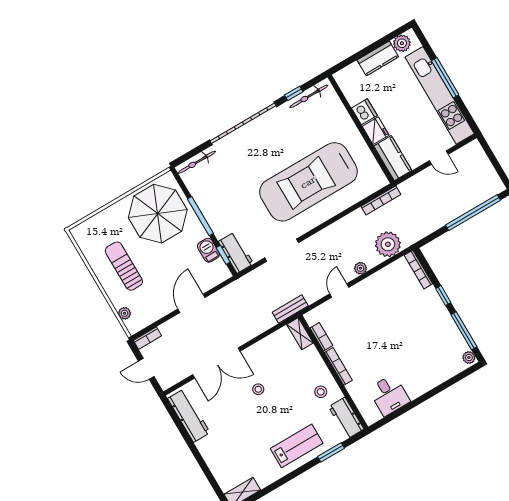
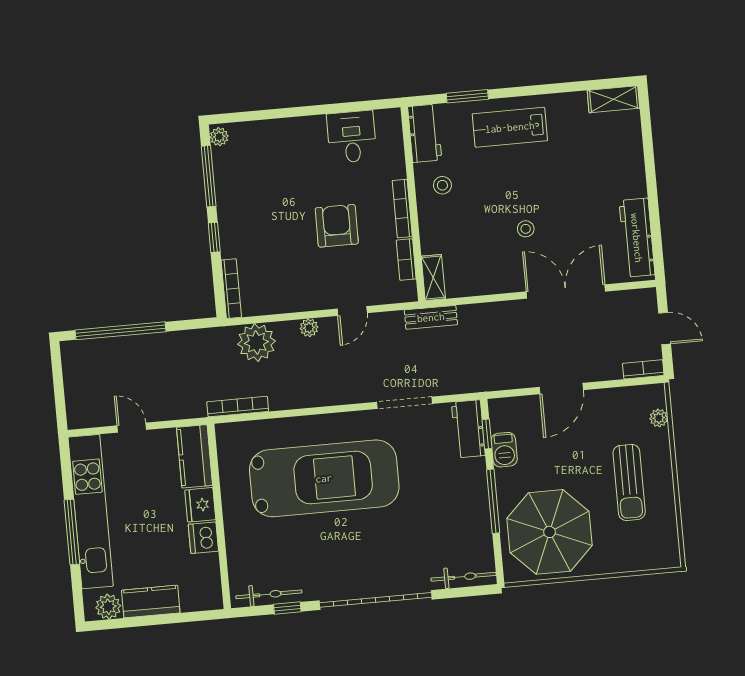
armchair: (373, 337) -> (337, 226), added

